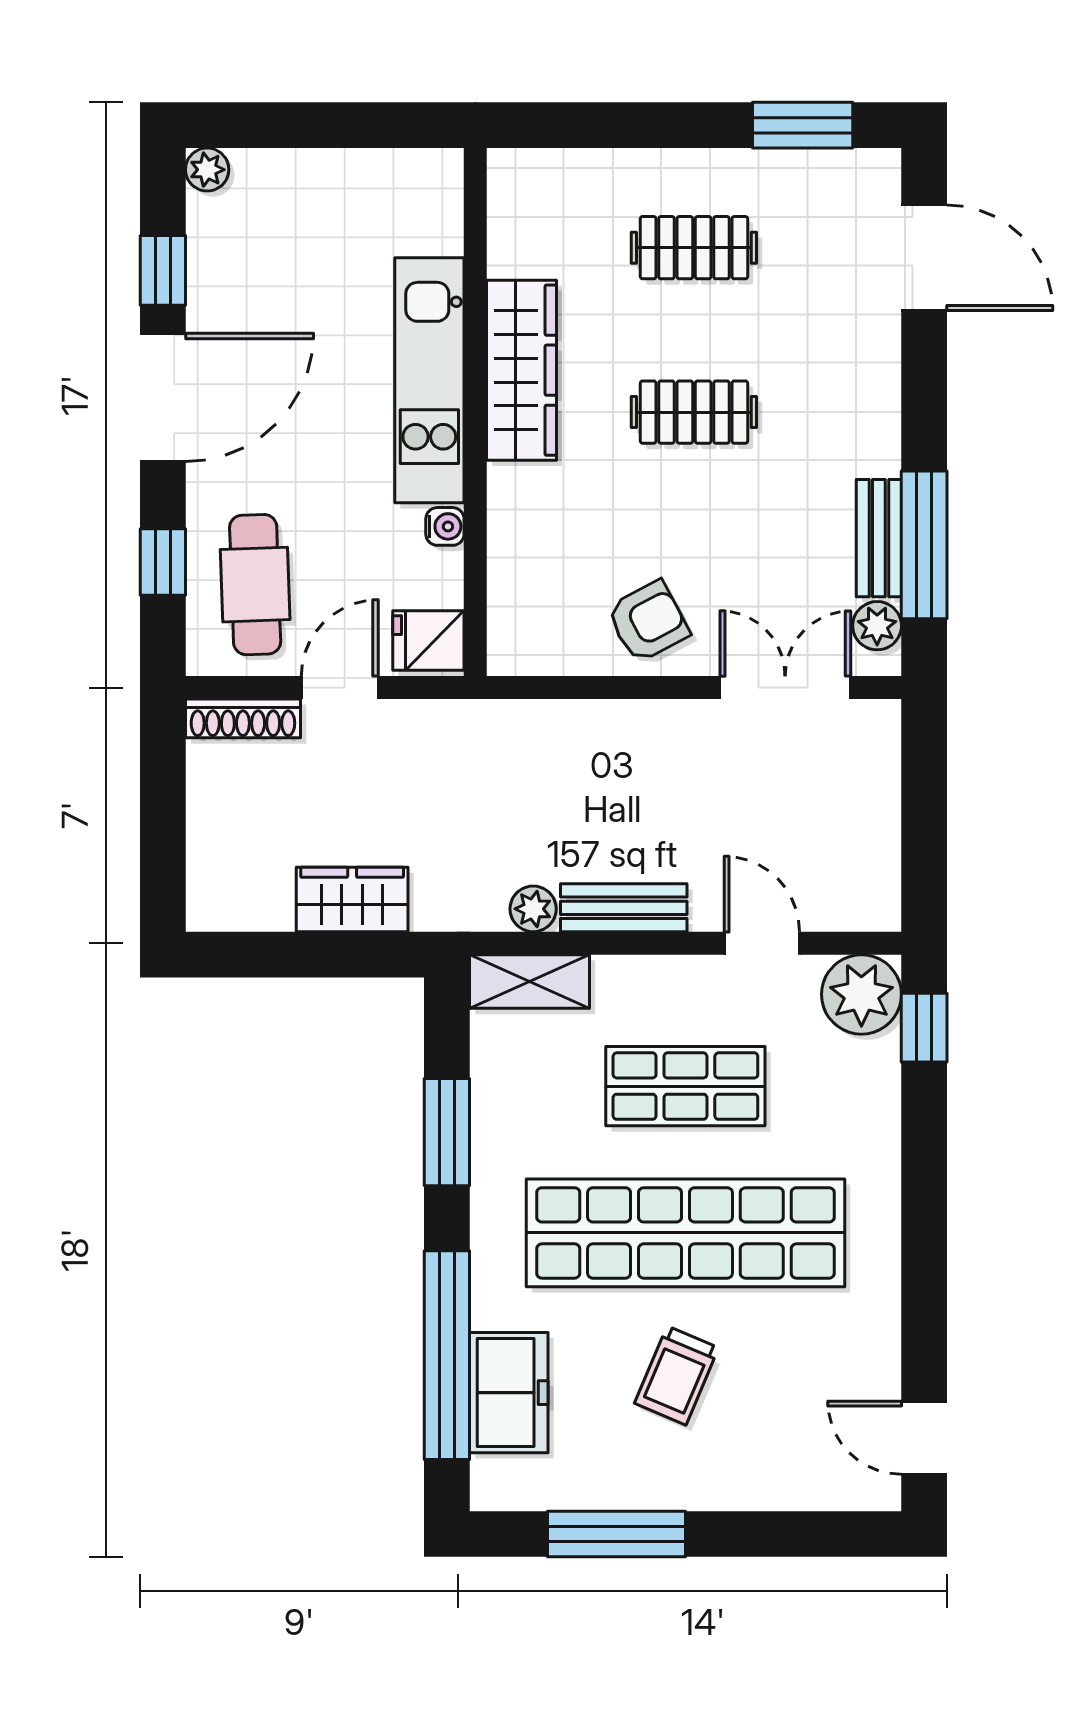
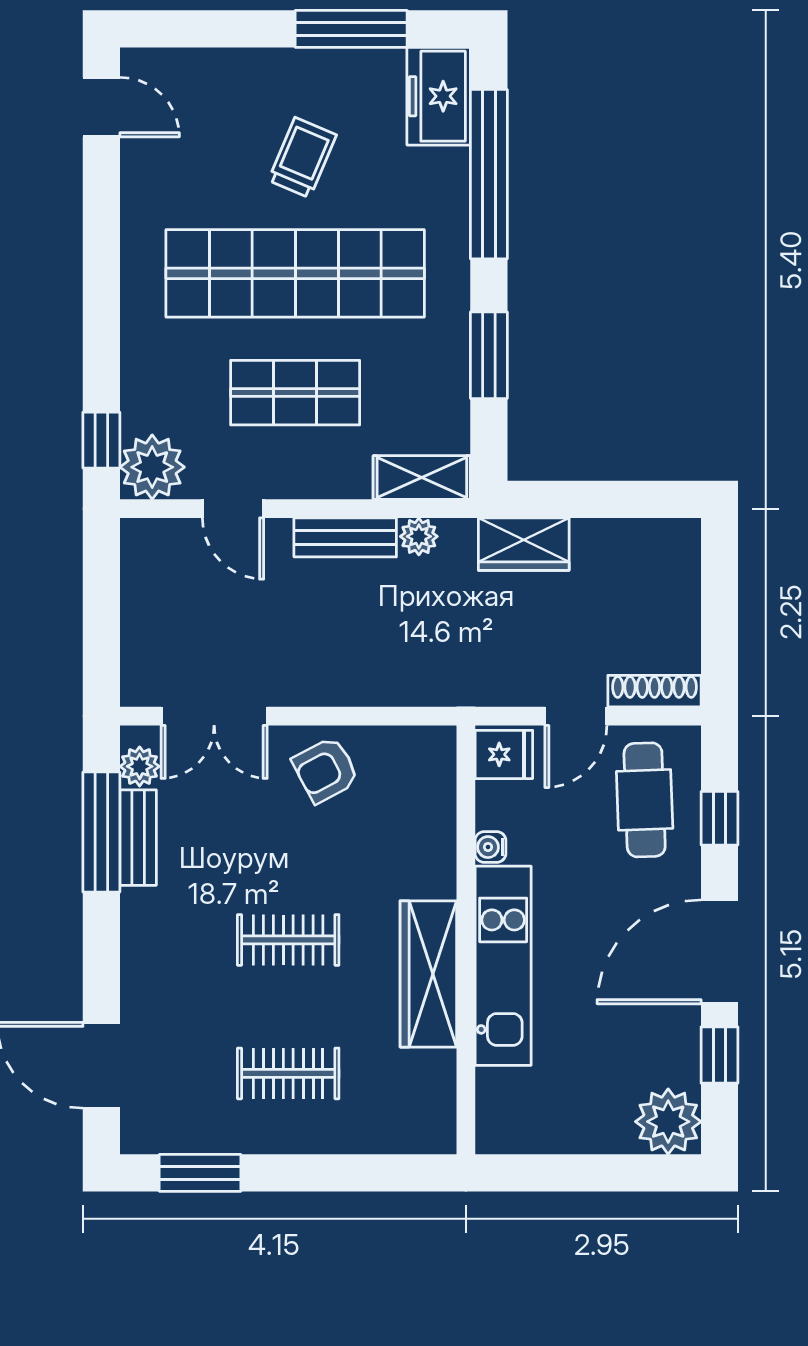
plant: (207, 170) -> (668, 1122), width x1.88, depth x1.88
wardrobe: (352, 900) -> (524, 544), moved
freezer: (509, 1393) -> (439, 96), moved

